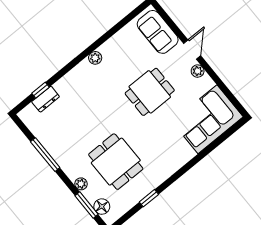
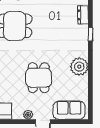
plant: (95, 58) -> (79, 67), width x1.87, depth x1.87
window: (40, 90) -> (90, 34), moved

